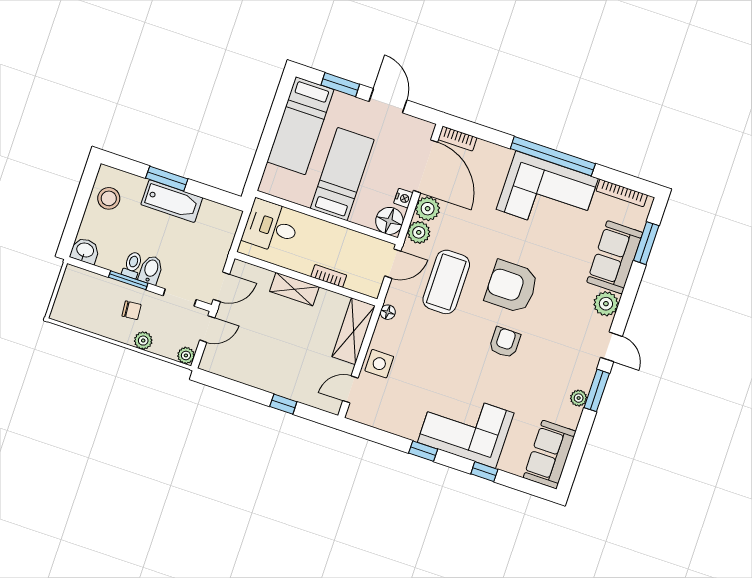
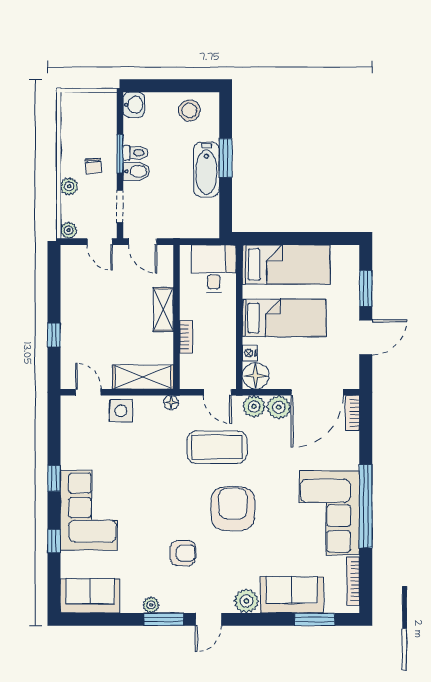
bed: (300, 126) -> (286, 264), moved, turned 180
nightstand: (403, 198) -> (250, 353), moved, turned 90
armchair: (505, 342) -> (183, 553), moved

